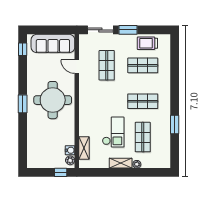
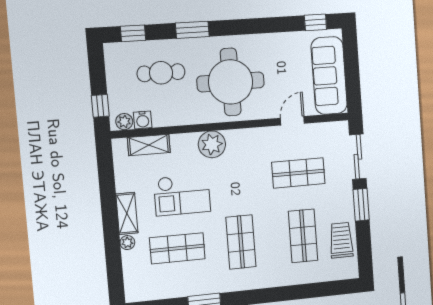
window: (23, 104) -> (192, 30), moved
plant: (86, 113) -> (212, 144), added
cafe table: (45, 138) -> (161, 73), added
window: (23, 152) -> (133, 33), added

